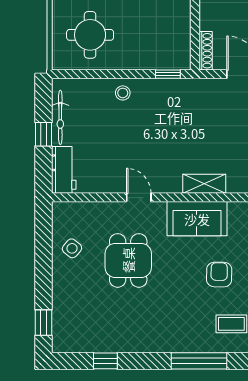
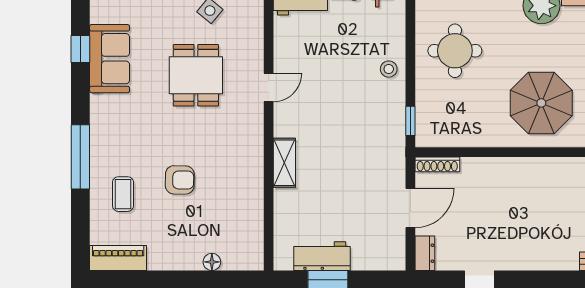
round table: (90, 35) -> (455, 51), moved
sofa: (197, 219) -> (110, 59), moved, turned 180
dining table: (128, 260) -> (196, 75), turned 90

